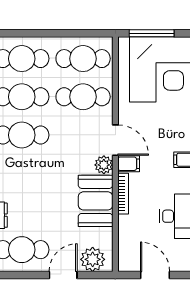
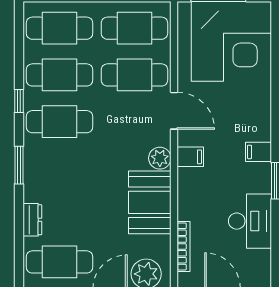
door: (115, 140) -> (174, 111), moved
bookcase: (123, 194) -> (183, 246), moved

